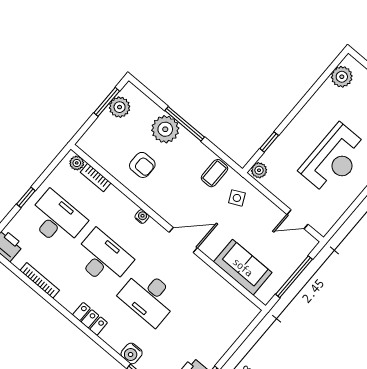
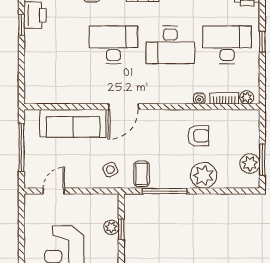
window: (185, 124) -> (165, 191), moved
armchair: (142, 165) -> (198, 136), turned 180
plant: (259, 170) -> (111, 227), moved
water cooler: (142, 216) -> (199, 99), moved
desk: (57, 219) -> (227, 45), turned 180
sofa: (243, 267) -> (73, 123), width x1.36

